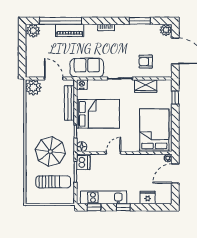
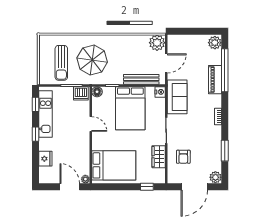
armchair: (146, 62) -> (183, 157), turned 180

